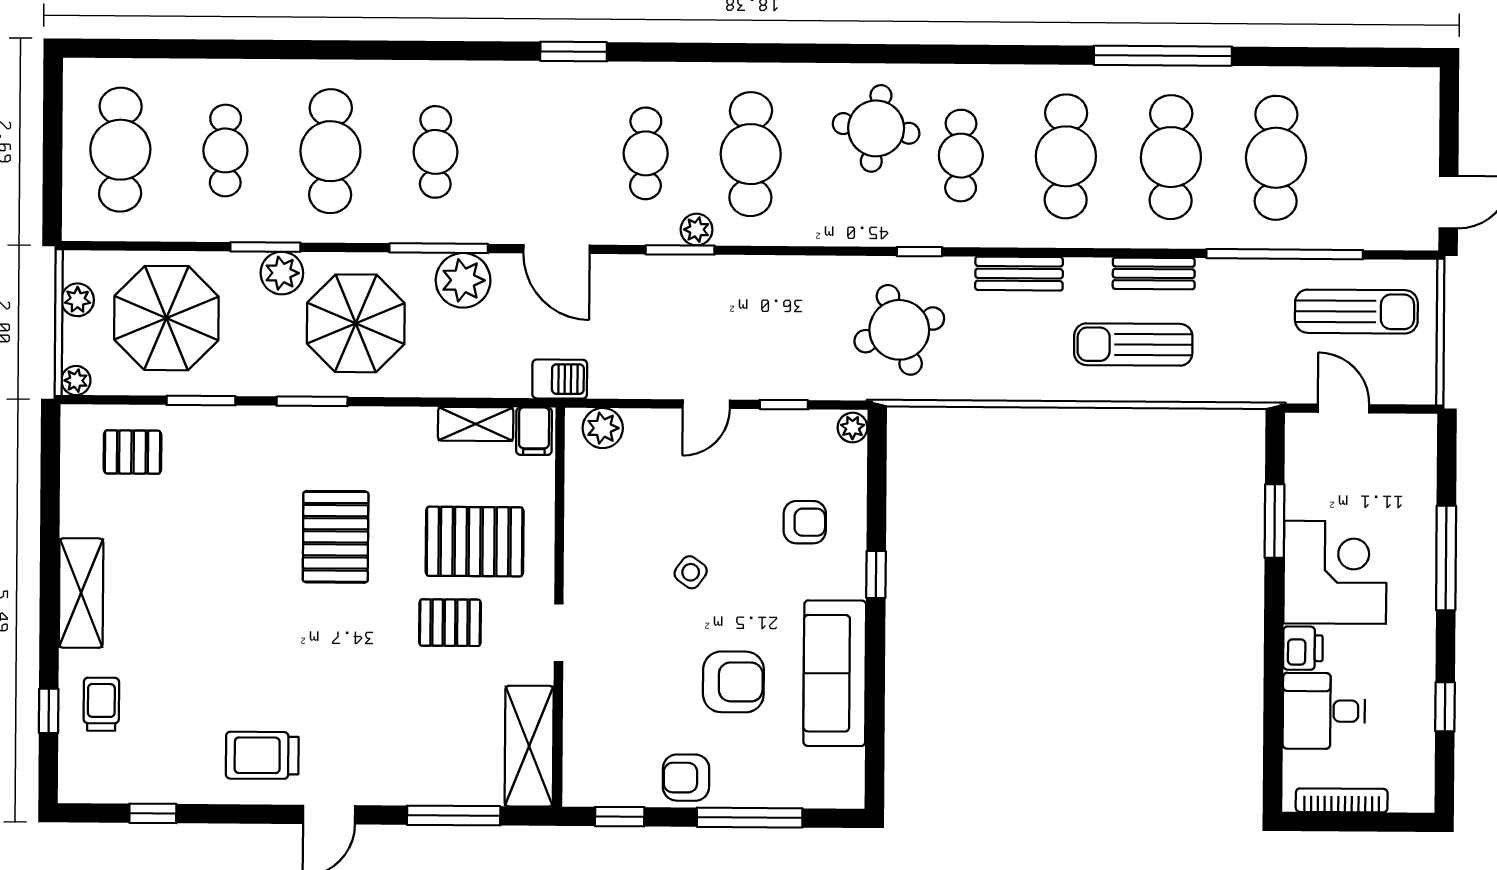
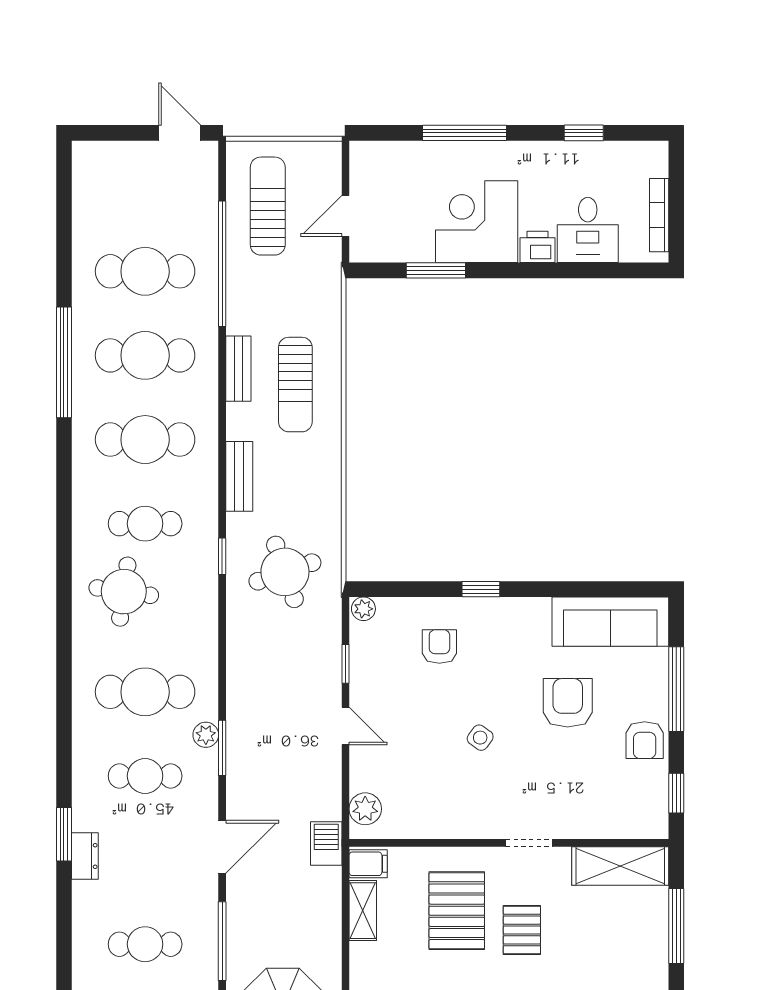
dresser: (546, 77) -> (85, 856), added
plant: (463, 280) -> (248, 921), removed
sofa: (835, 673) -> (610, 622), moved

